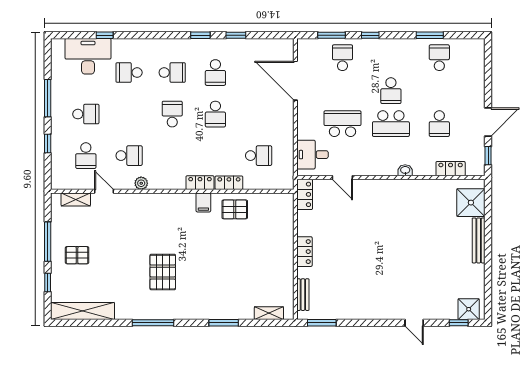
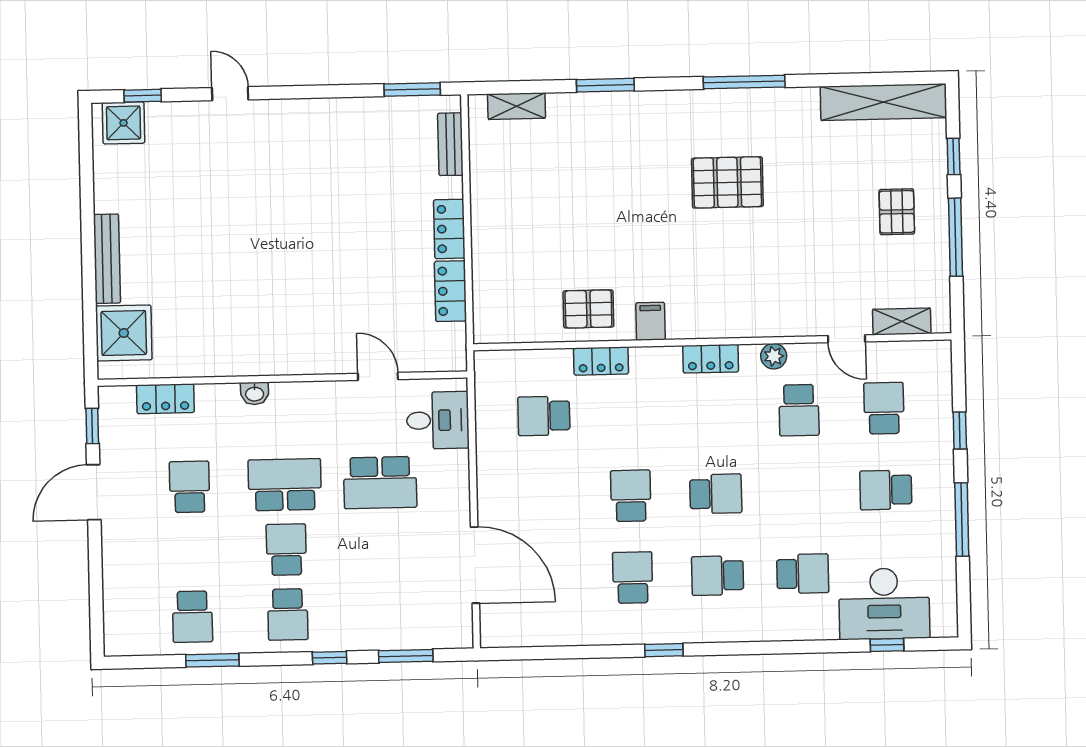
window: (105, 35) -> (887, 645), moved
window: (236, 35) -> (594, 652), removed
school desk: (342, 58) -> (288, 614), moved
school desk: (172, 114) -> (716, 494), turned -90
school desk: (129, 156) -> (799, 410), turned -90
locker: (200, 183) -> (711, 359), moved
locker: (305, 194) -> (450, 291), moved
pallet: (77, 255) -> (897, 212), turned 90
pallet: (163, 272) -> (727, 182), turned 90

